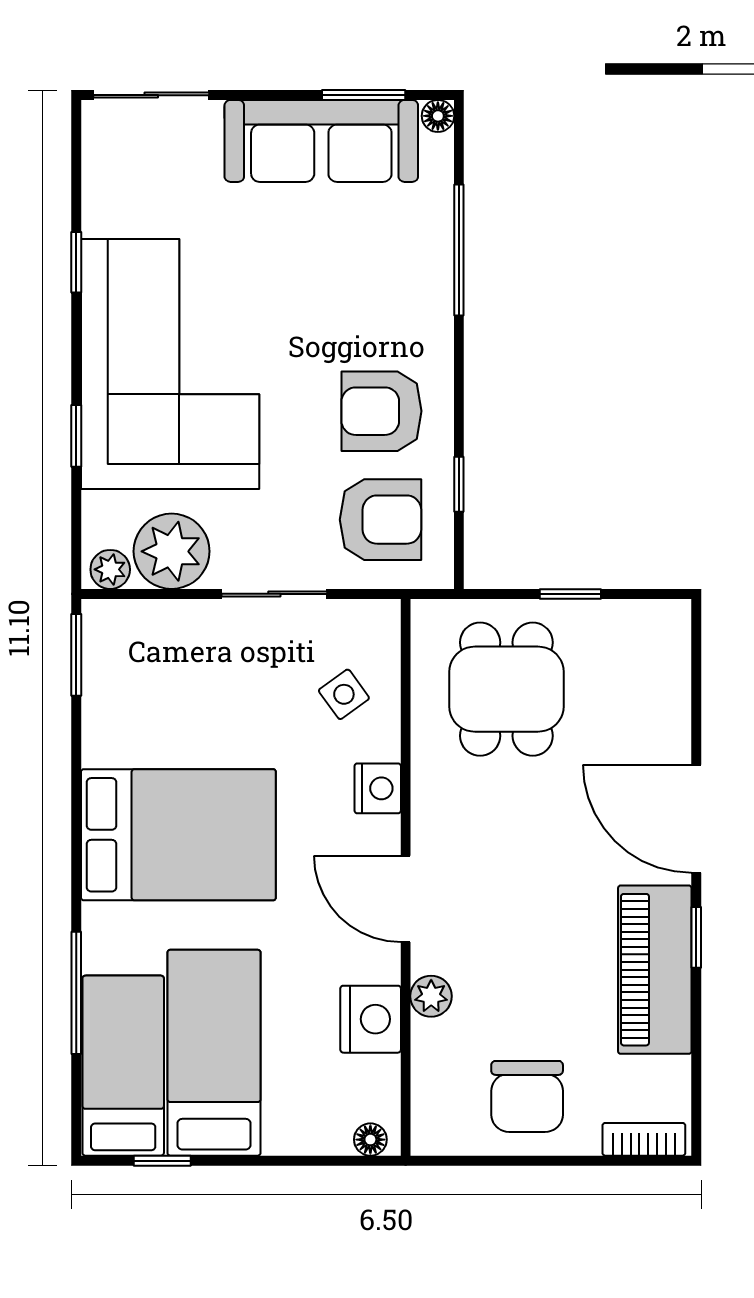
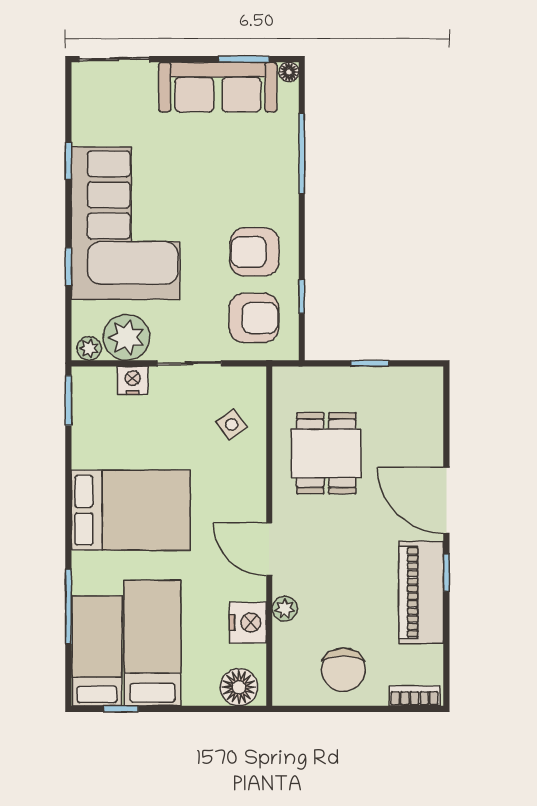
dining table: (506, 689) -> (326, 453), moved
nightstand: (378, 788) -> (133, 380), moved, turned -90
floor lamp: (370, 1140) -> (239, 687), width x1.89, depth x1.89

